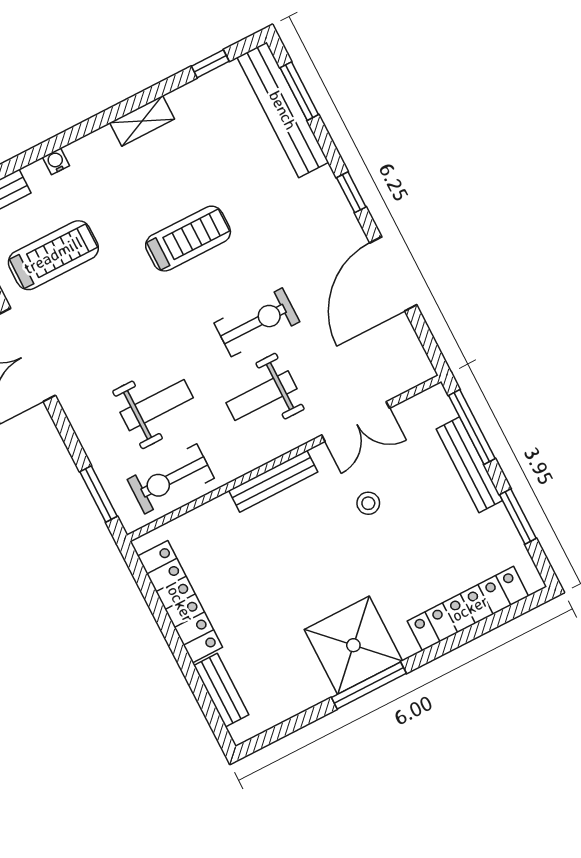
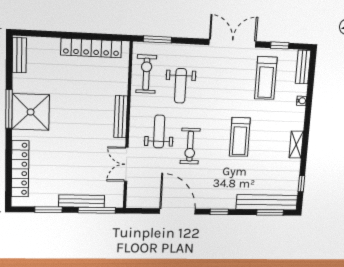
stool: (368, 503) -> (89, 151), removed
bench: (221, 690) -> (19, 55), moved, turned 90

